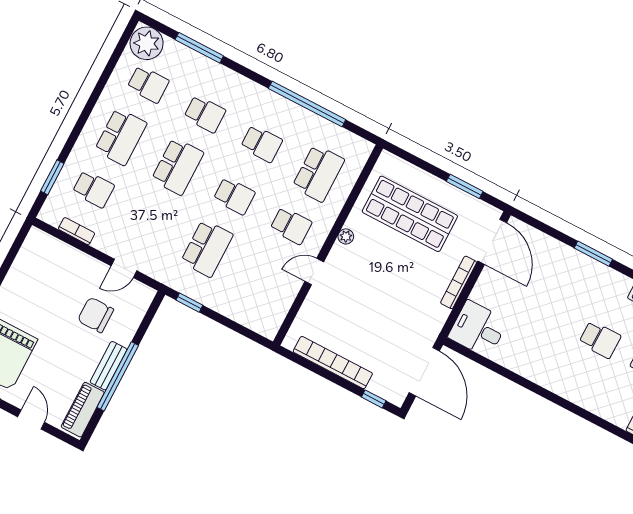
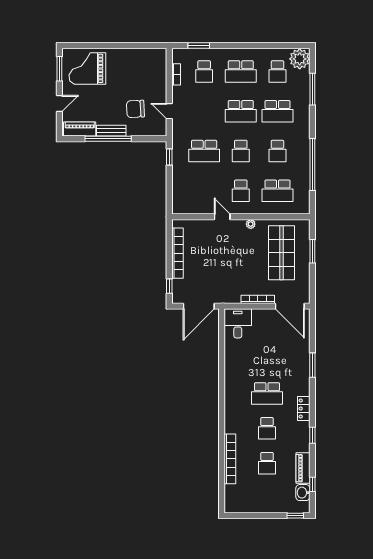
school desk: (205, 114) -> (277, 111), width x1.85
window: (465, 186) -> (312, 251), moved
door: (492, 242) -> (290, 306), hinge flipped
chair: (96, 315) -> (135, 109), turned -93
school desk: (600, 340) -> (267, 393), width x1.85

